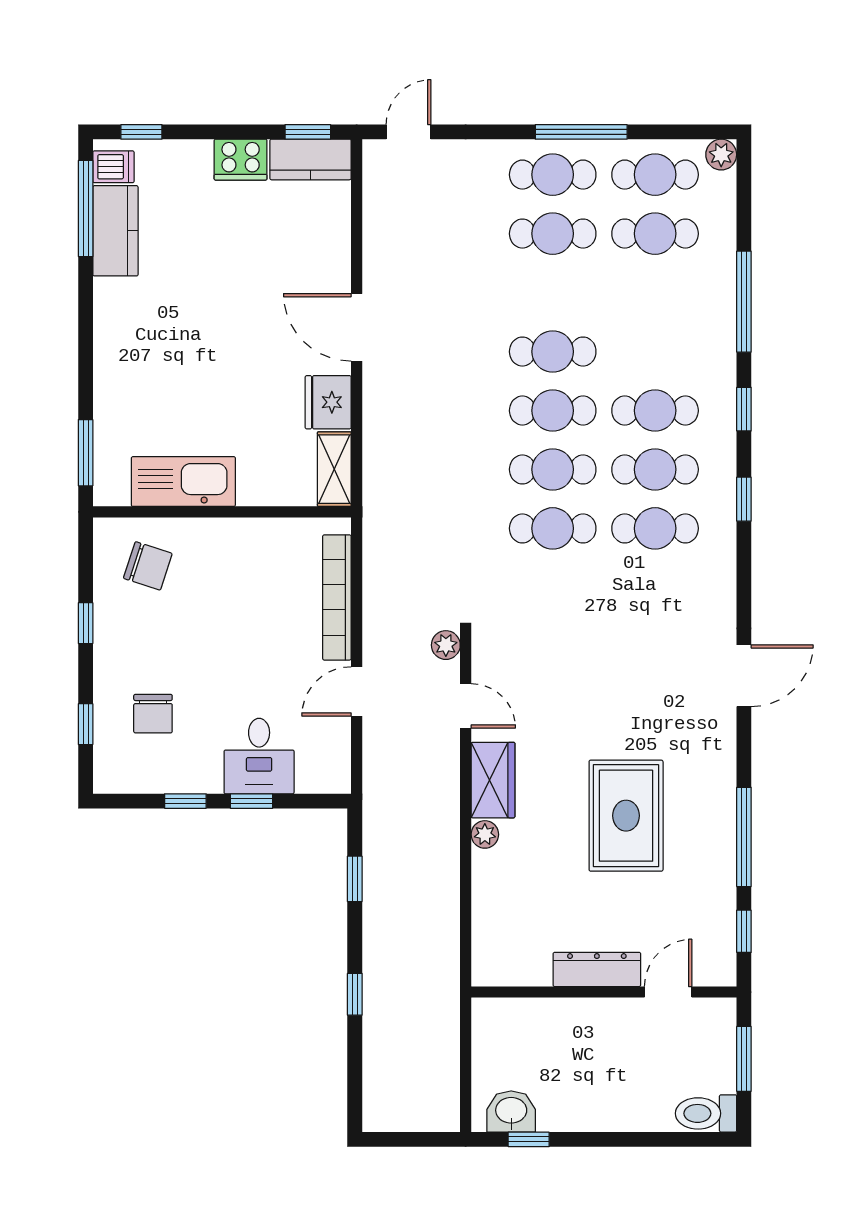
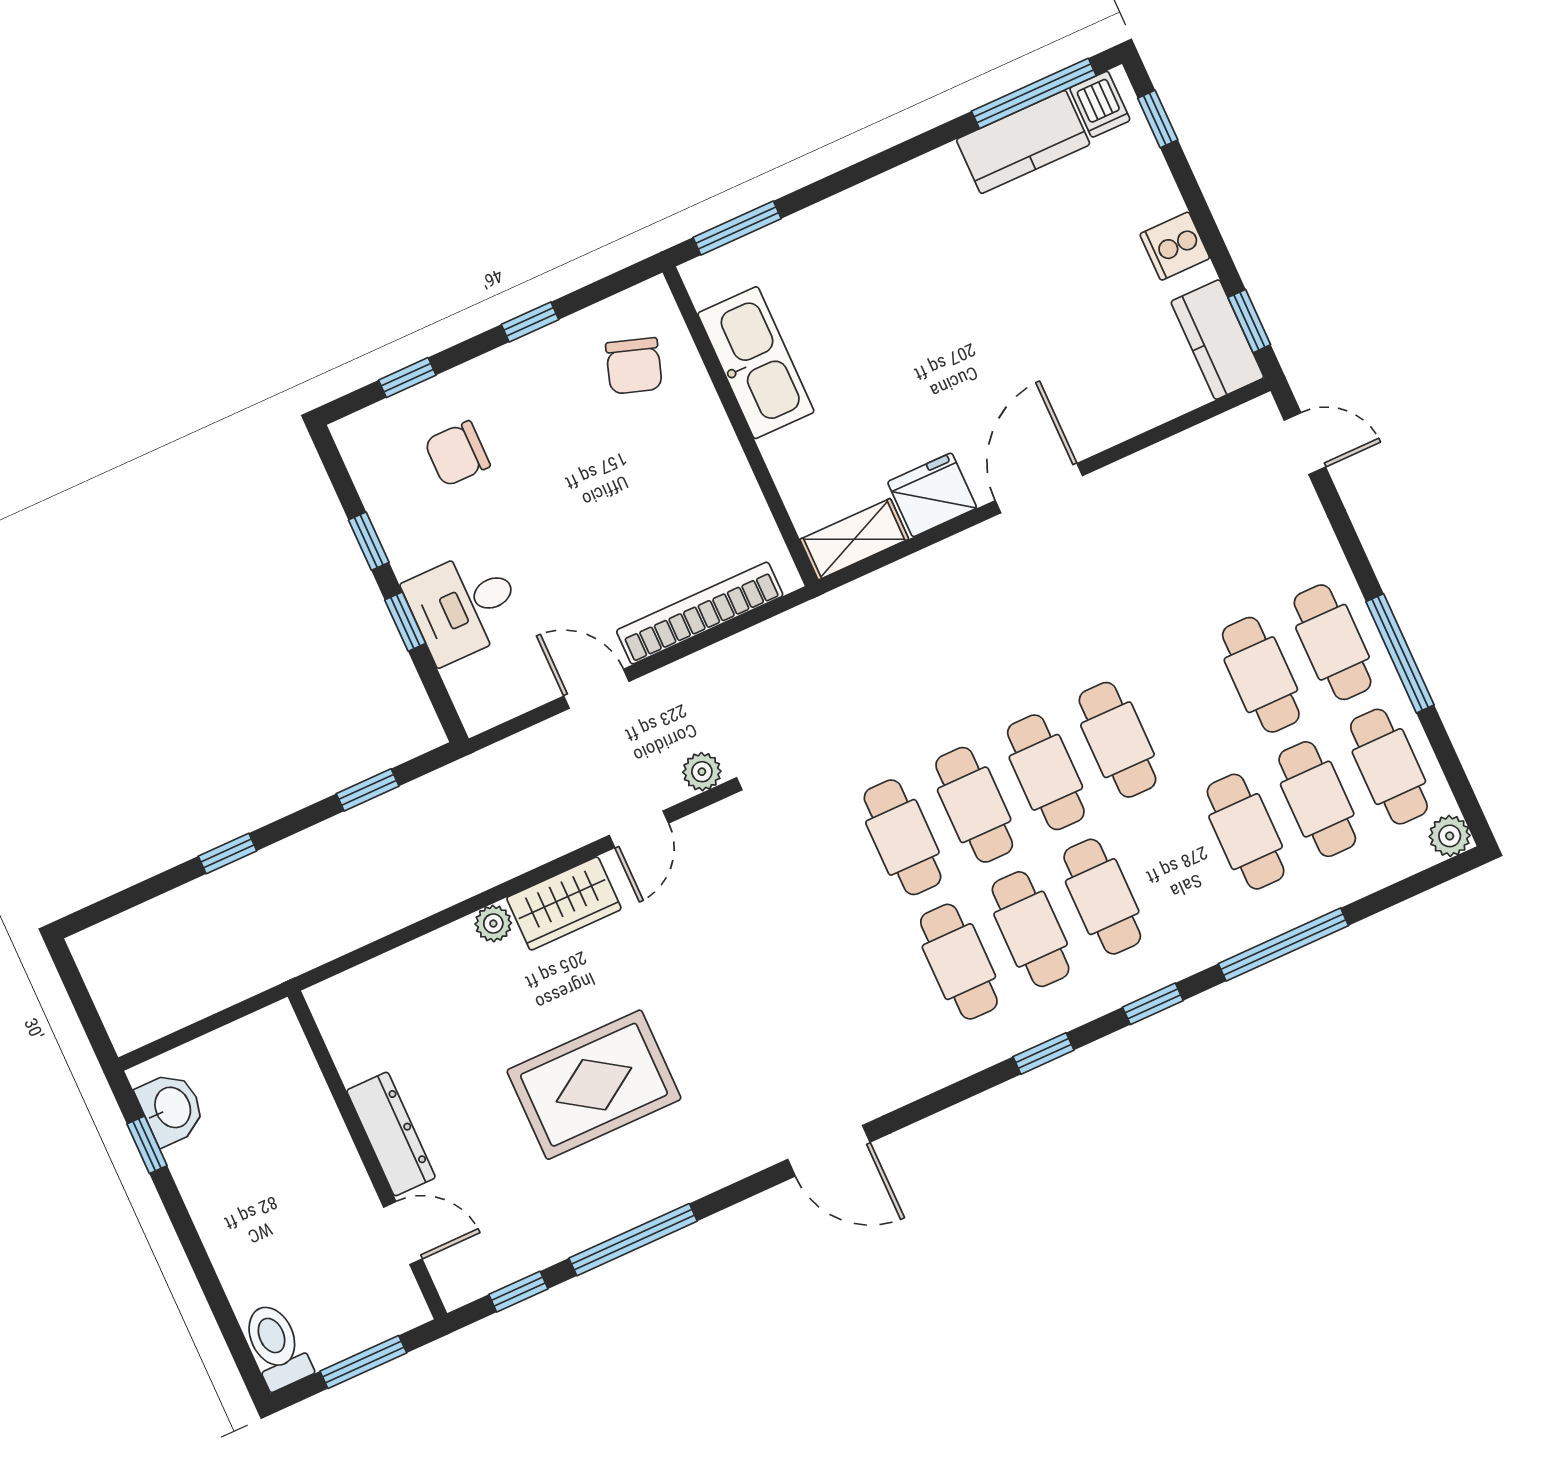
cooker: (241, 160) -> (1175, 246), width x0.73
cafe table: (655, 293) -> (1246, 832), added

